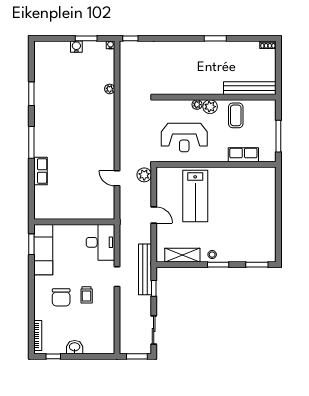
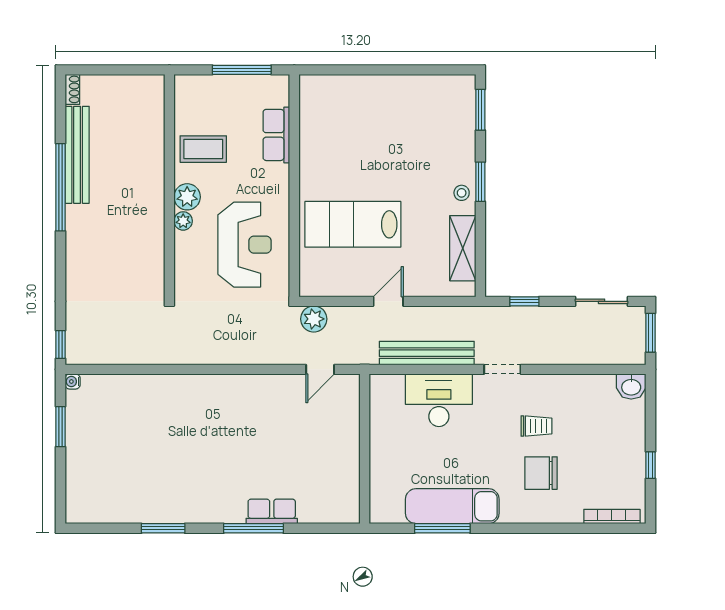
window: (215, 38) -> (60, 187), width x2.11
water cooler: (76, 47) -> (76, 445), removed
bench: (250, 88) -> (77, 155), moved
plant: (110, 89) -> (154, 383), removed
row of seats: (40, 171) -> (272, 511), moved
lab bench: (195, 196) -> (353, 224), turned 180
wall: (74, 222) -> (365, 449), moved
window: (31, 244) -> (442, 528), width x1.44
bench: (145, 269) -> (427, 353), moved
chair: (61, 297) -> (541, 473), turned 180
washbasin: (75, 347) -> (631, 387), moved, turned -90
window: (53, 356) -> (651, 465), moved

